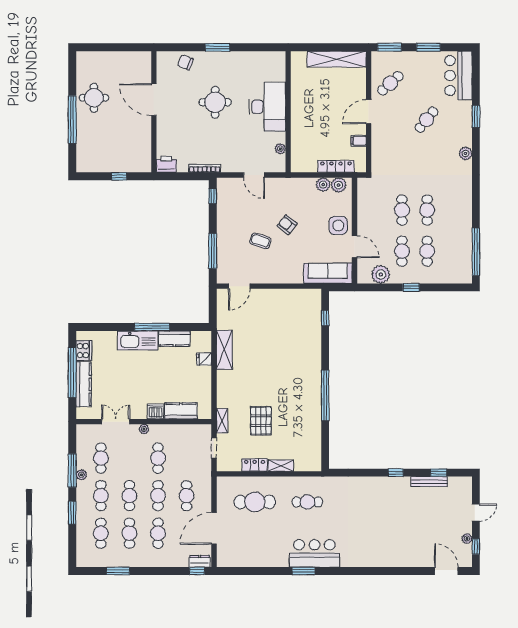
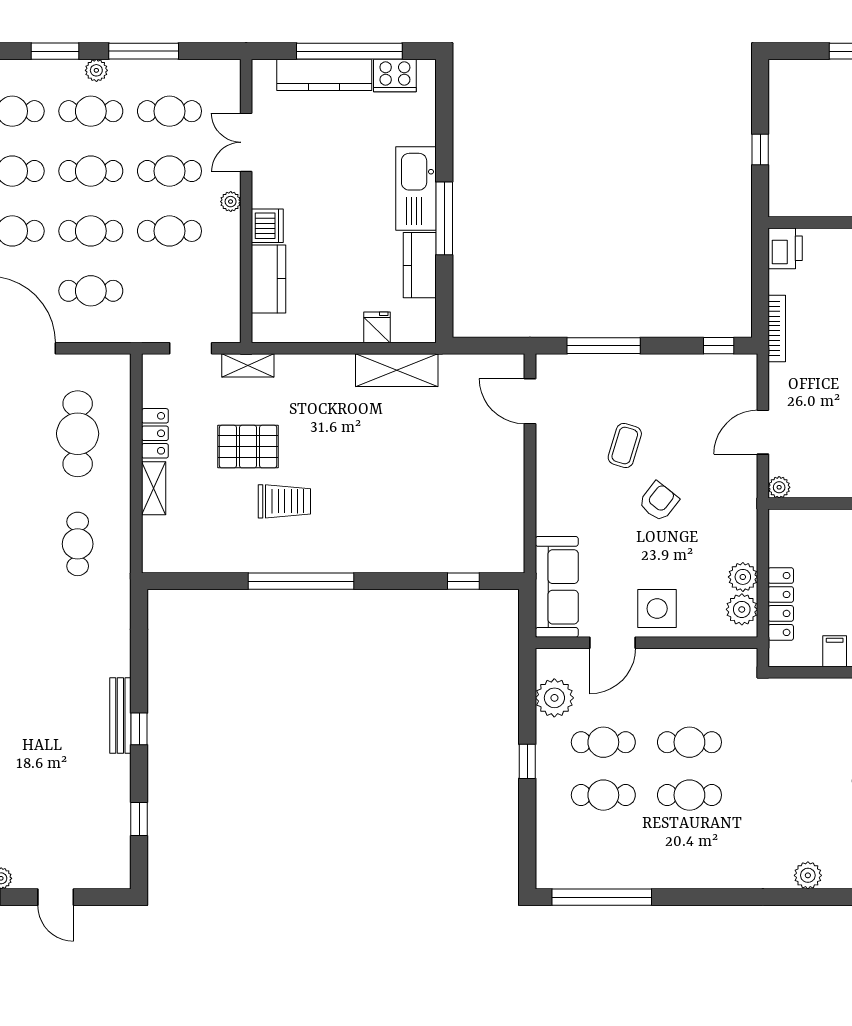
plant: (280, 149) -> (779, 487), moved
trolley: (287, 403) -> (284, 501), added
double door: (116, 422) -> (246, 142), swing flipped
cafe table: (129, 458) -> (169, 171), added
plant: (81, 475) -> (96, 70), moved
bench: (429, 482) -> (120, 716), moved

